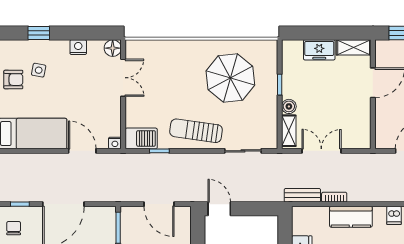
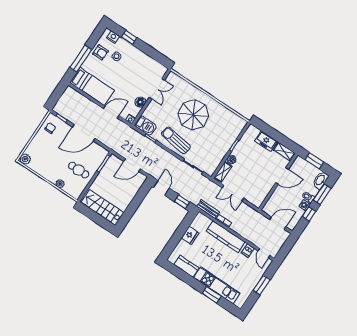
nightstand: (78, 47) -> (113, 37), moved
floor lamp: (113, 48) -> (140, 102), moved
parasol: (230, 78) -> (194, 115), moved
door: (82, 151) -> (111, 112), hinge flipped
double door: (321, 151) -> (233, 193), swing flipped
door: (159, 204) -> (132, 165), hinge flipped
window: (260, 209) -> (182, 202), added
kitchen counter: (351, 217) -> (225, 237), width x1.50

